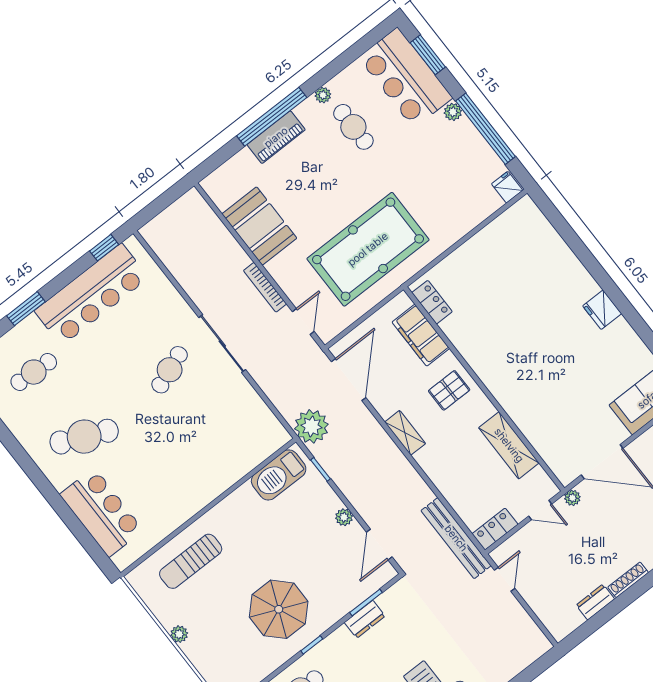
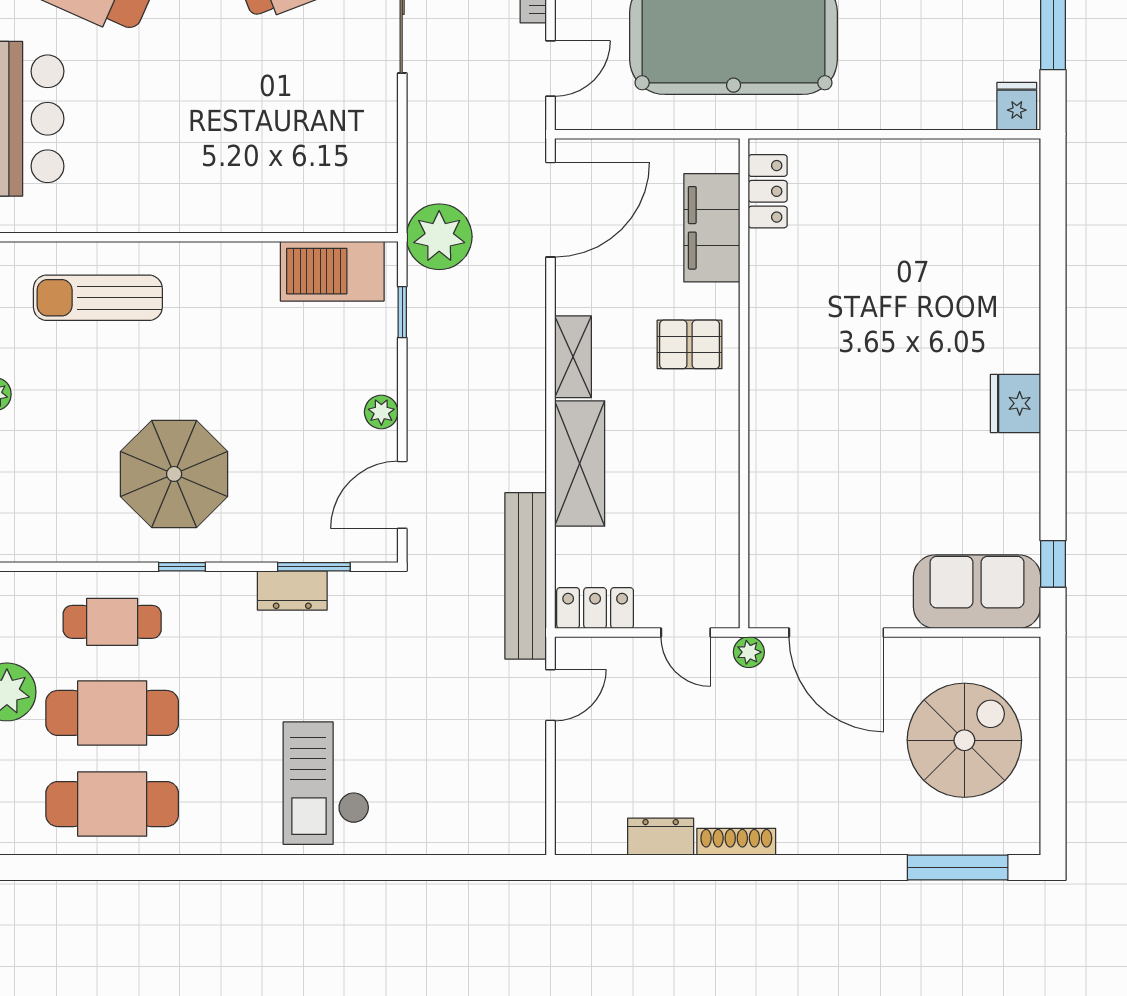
shelving: (509, 445) -> (580, 463), moved

